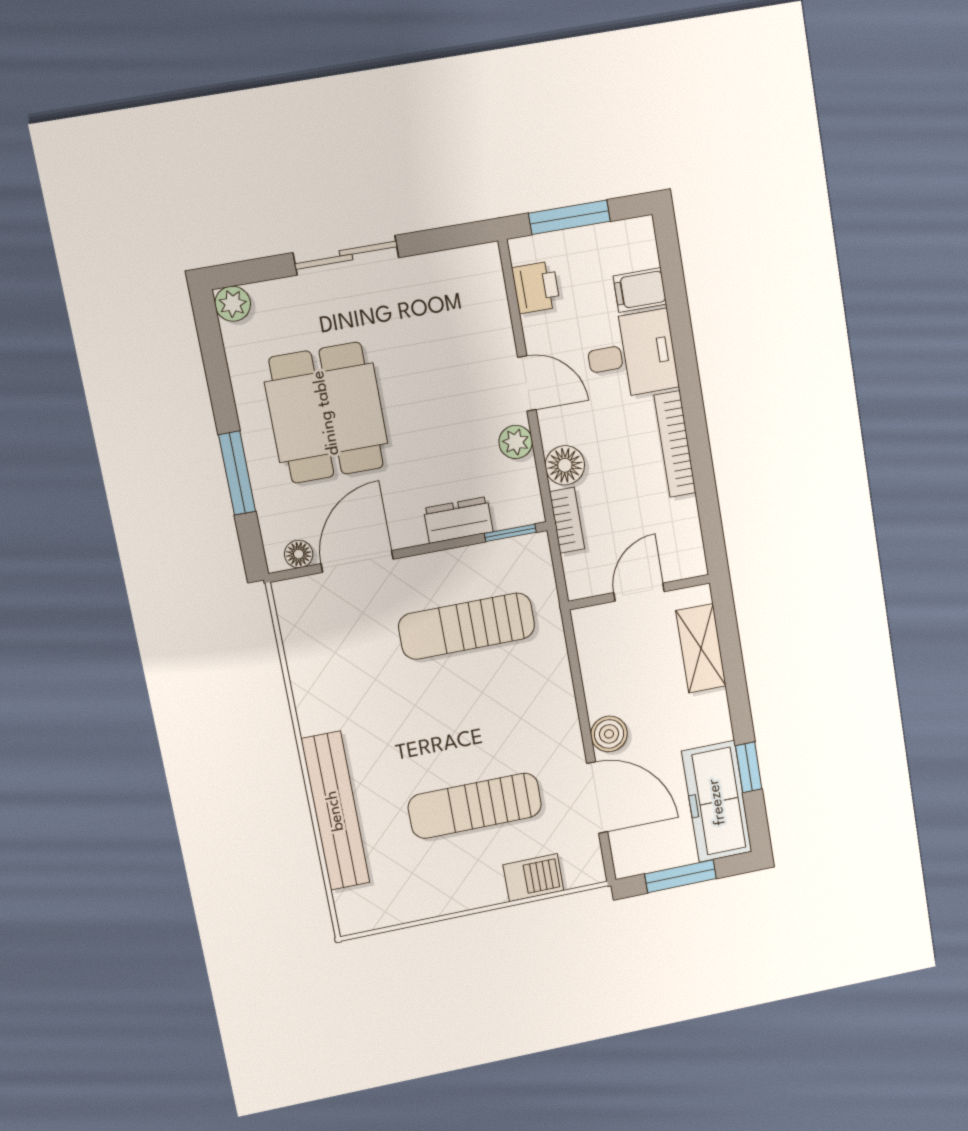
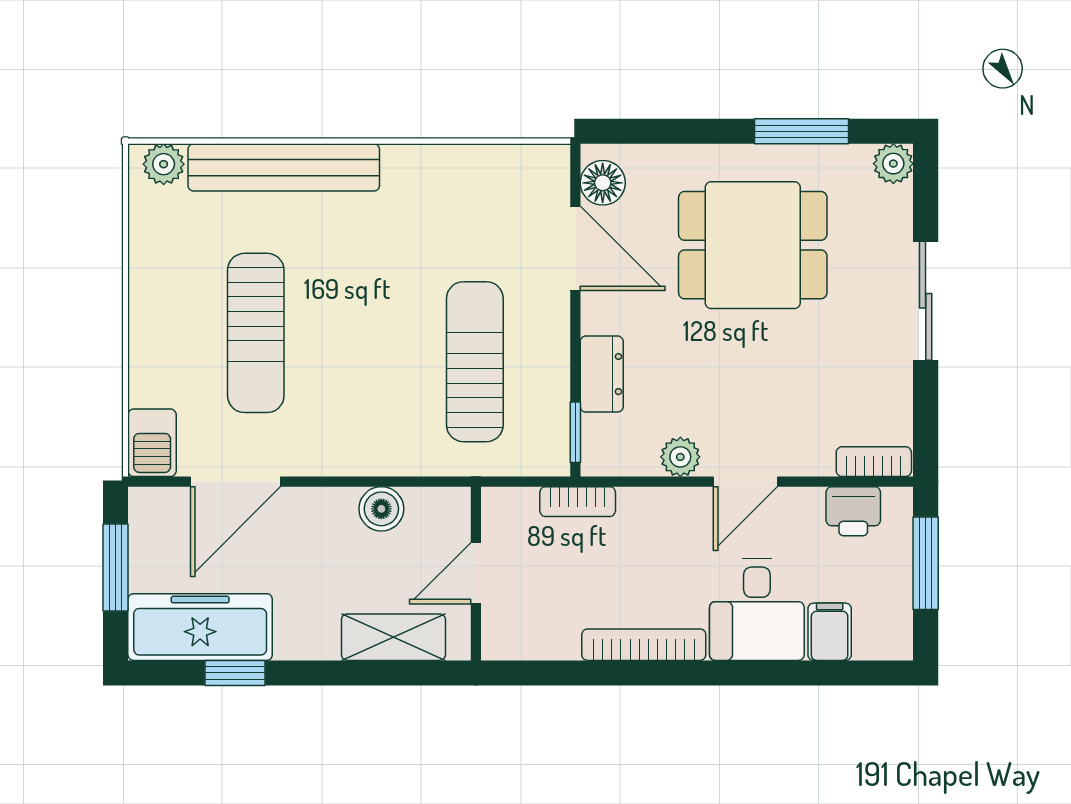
bookcase: (491, 277) -> (874, 462), added
floor lamp: (565, 465) -> (643, 510), removed
window: (237, 473) -> (801, 131), moved
floor lamp: (299, 554) -> (603, 183), width x1.37, depth x1.37
door: (639, 592) -> (476, 573), swing flipped
boiler: (609, 734) -> (381, 509), moved
sun lounger: (475, 806) -> (256, 333), turned 180
barbecue: (533, 878) -> (152, 443), moved
plant: (351, 906) -> (164, 164), added

